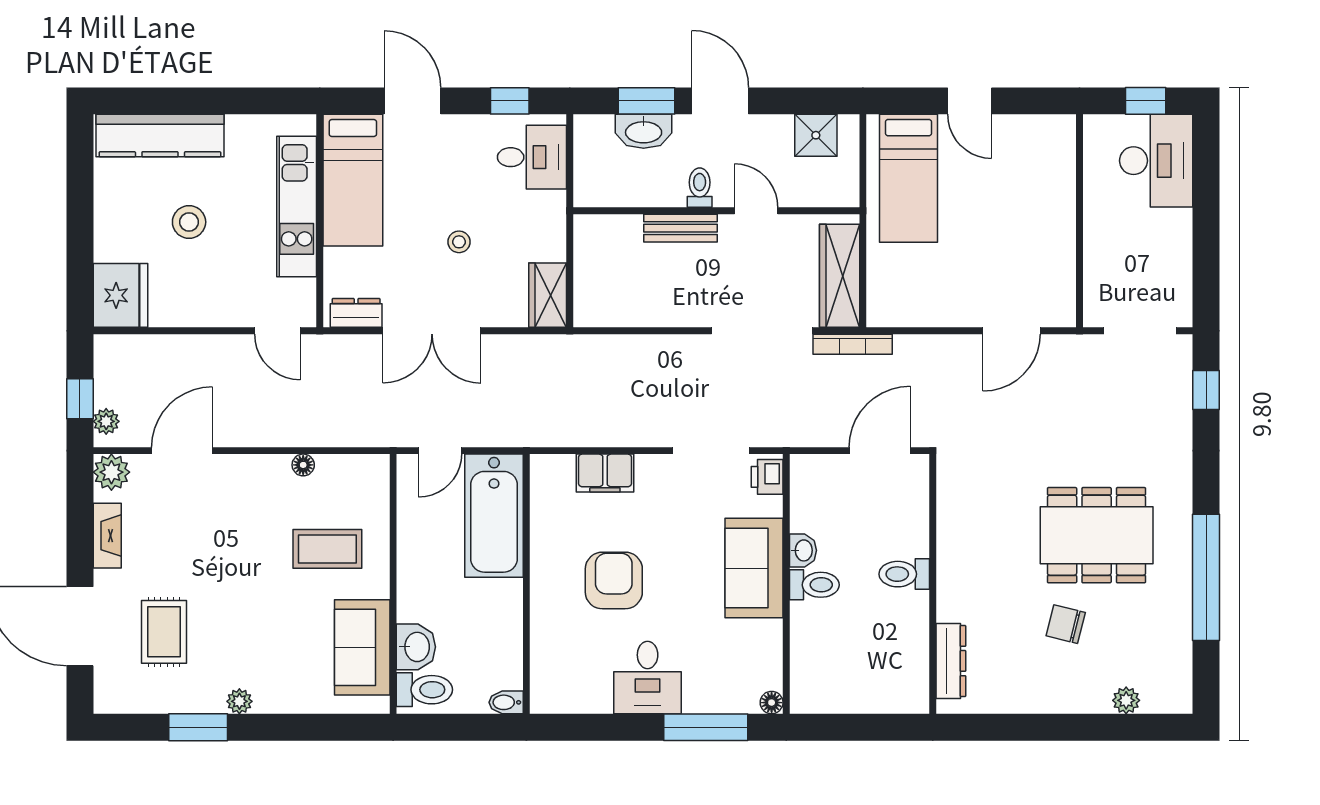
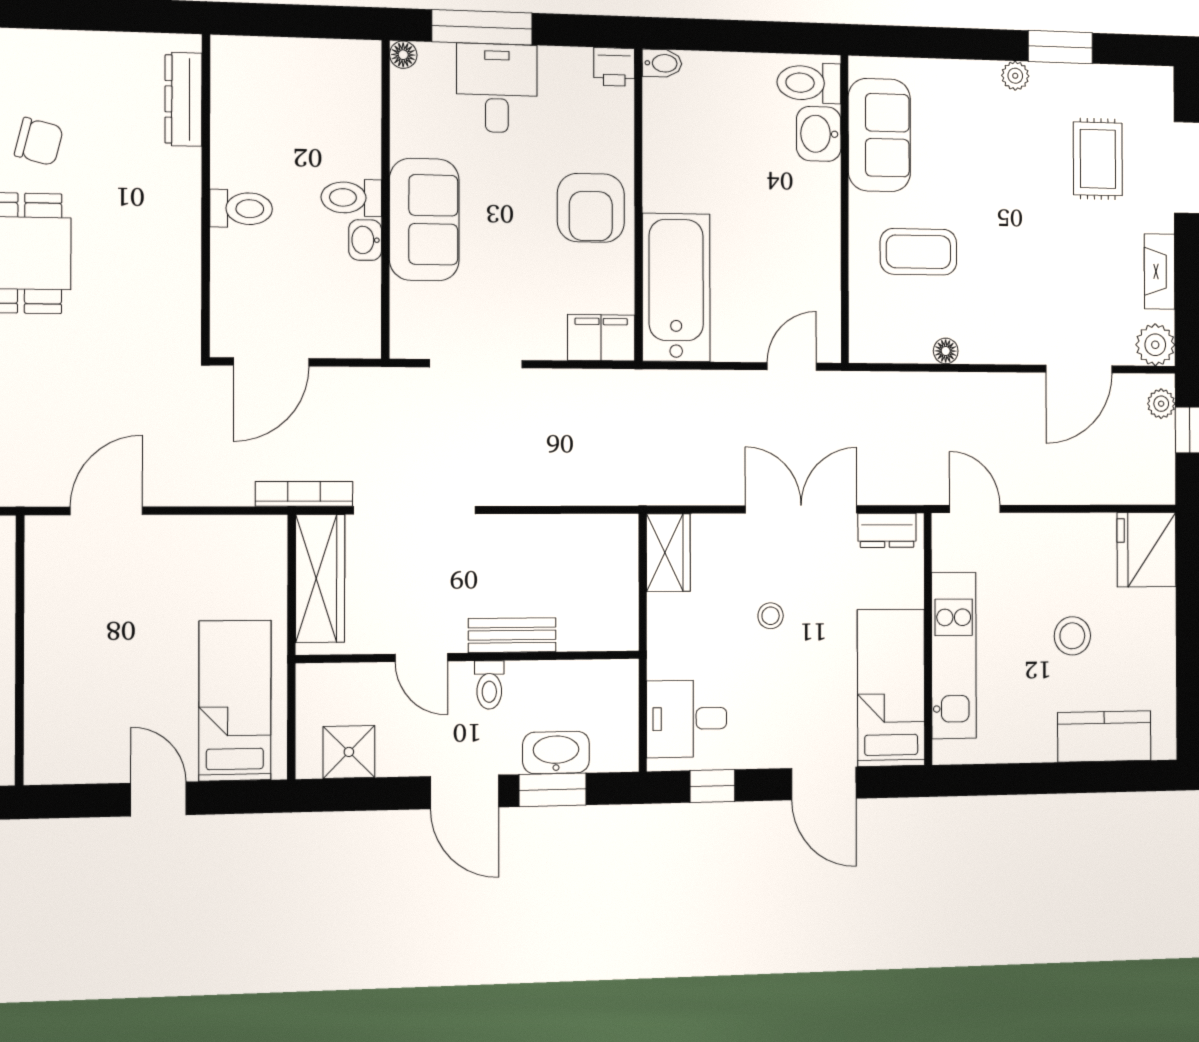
kitchen counter: (160, 135) -> (1104, 736), width x0.67
printer: (767, 477) -> (614, 67), moved, turned 90
bathtub: (494, 516) -> (676, 287), moved
wall: (526, 584) -> (638, 205), moved
desk: (648, 678) -> (497, 88), moved
bidet: (506, 702) -> (662, 63), moved

